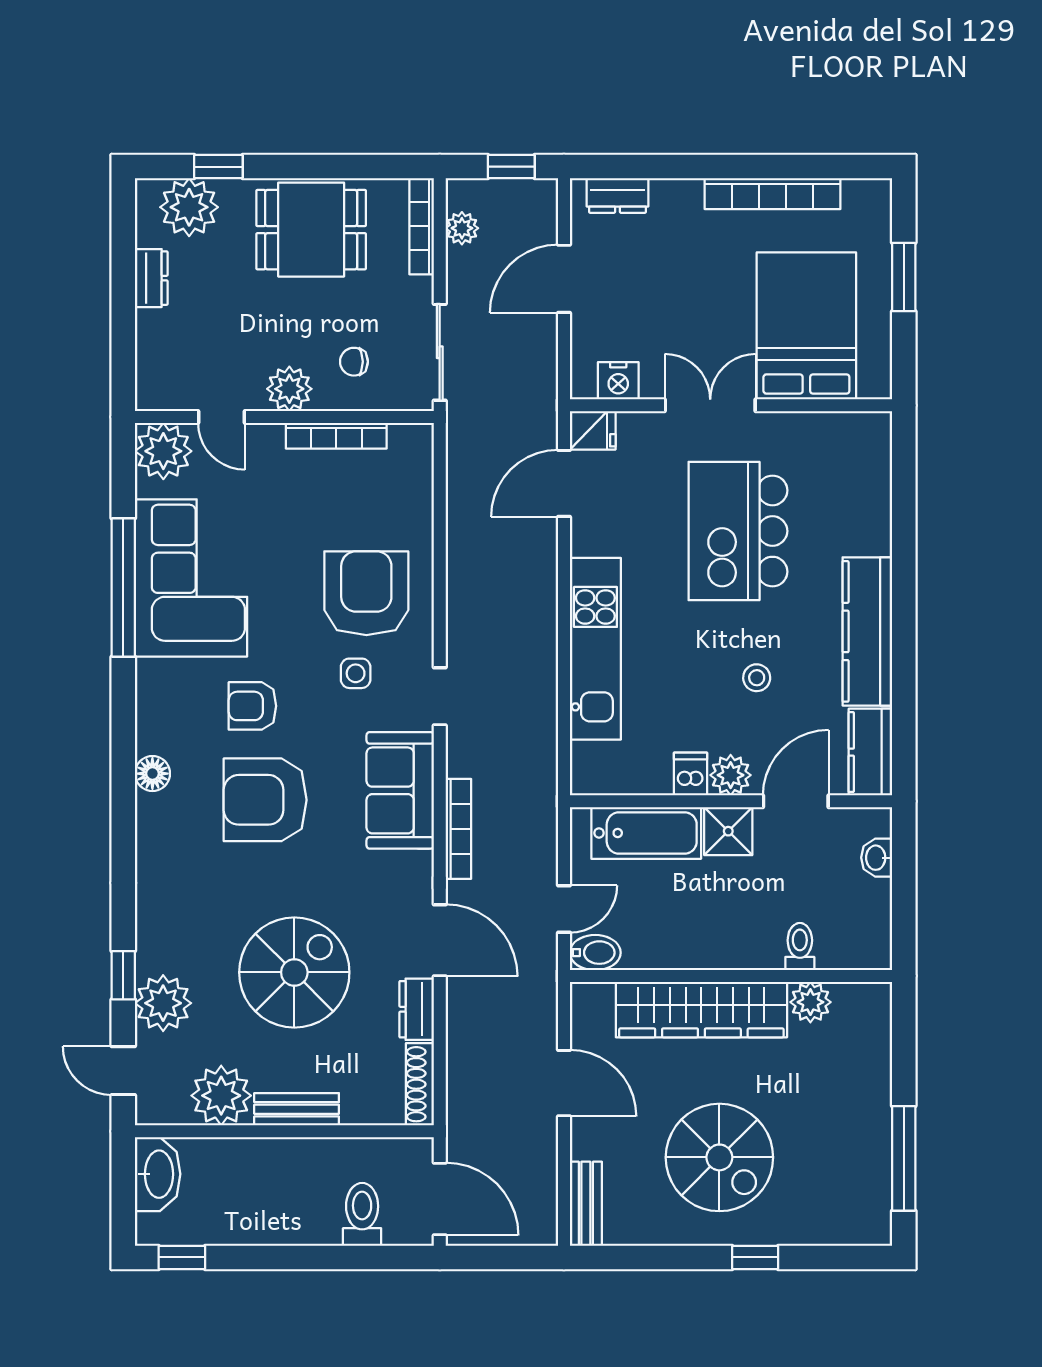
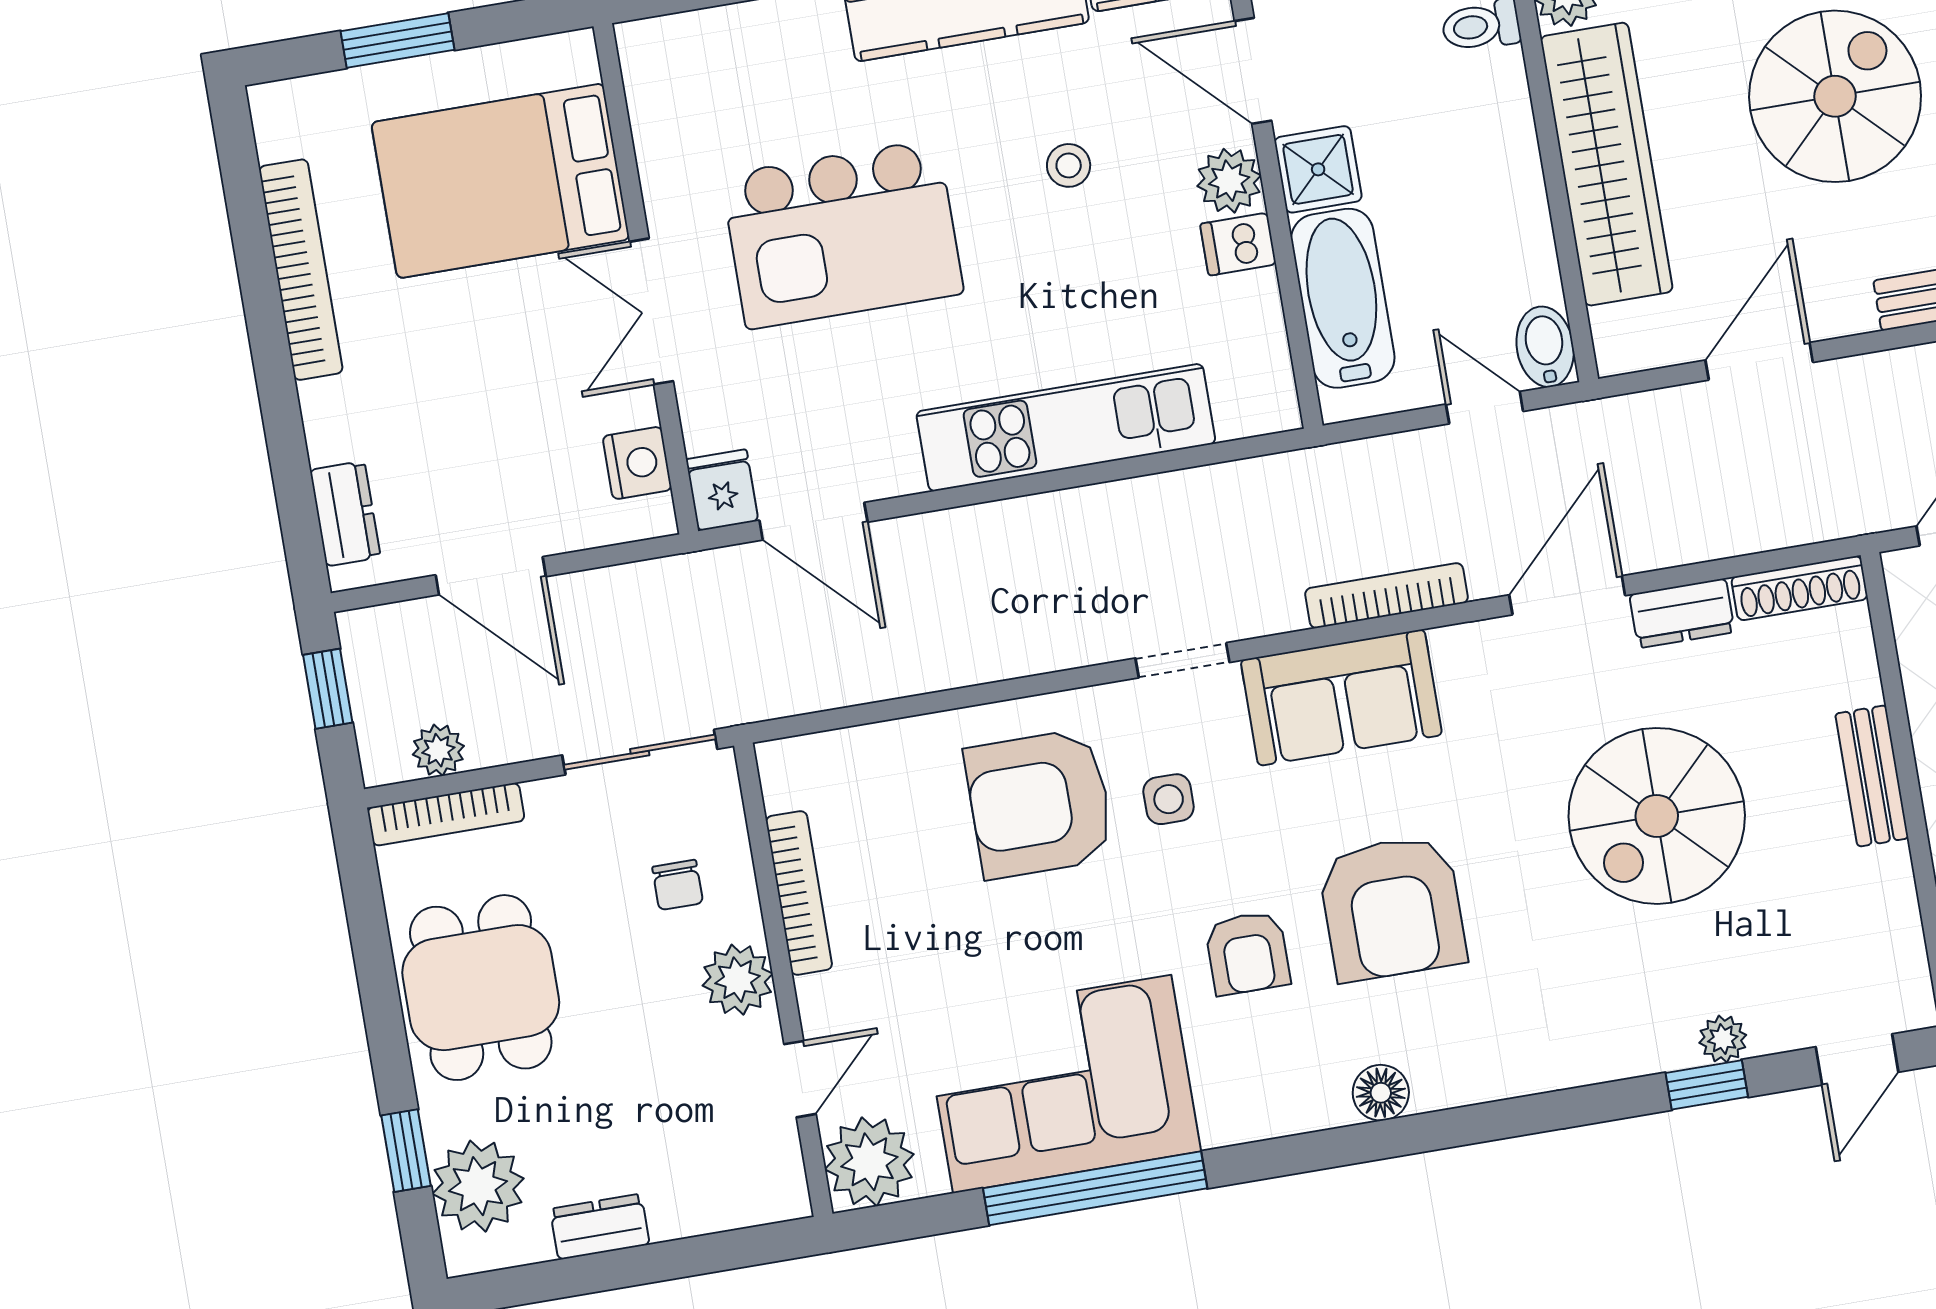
spiral stairs: (294, 972) -> (1657, 816), turned -90
plant: (163, 1003) -> (1723, 1039), width x0.53, depth x0.53
plant: (221, 1096) -> (1870, 899), removed

